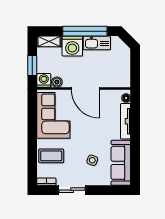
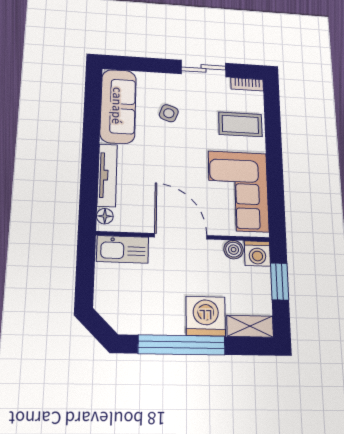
kitchen sink: (97, 43) -> (123, 249), moved, turned 180

